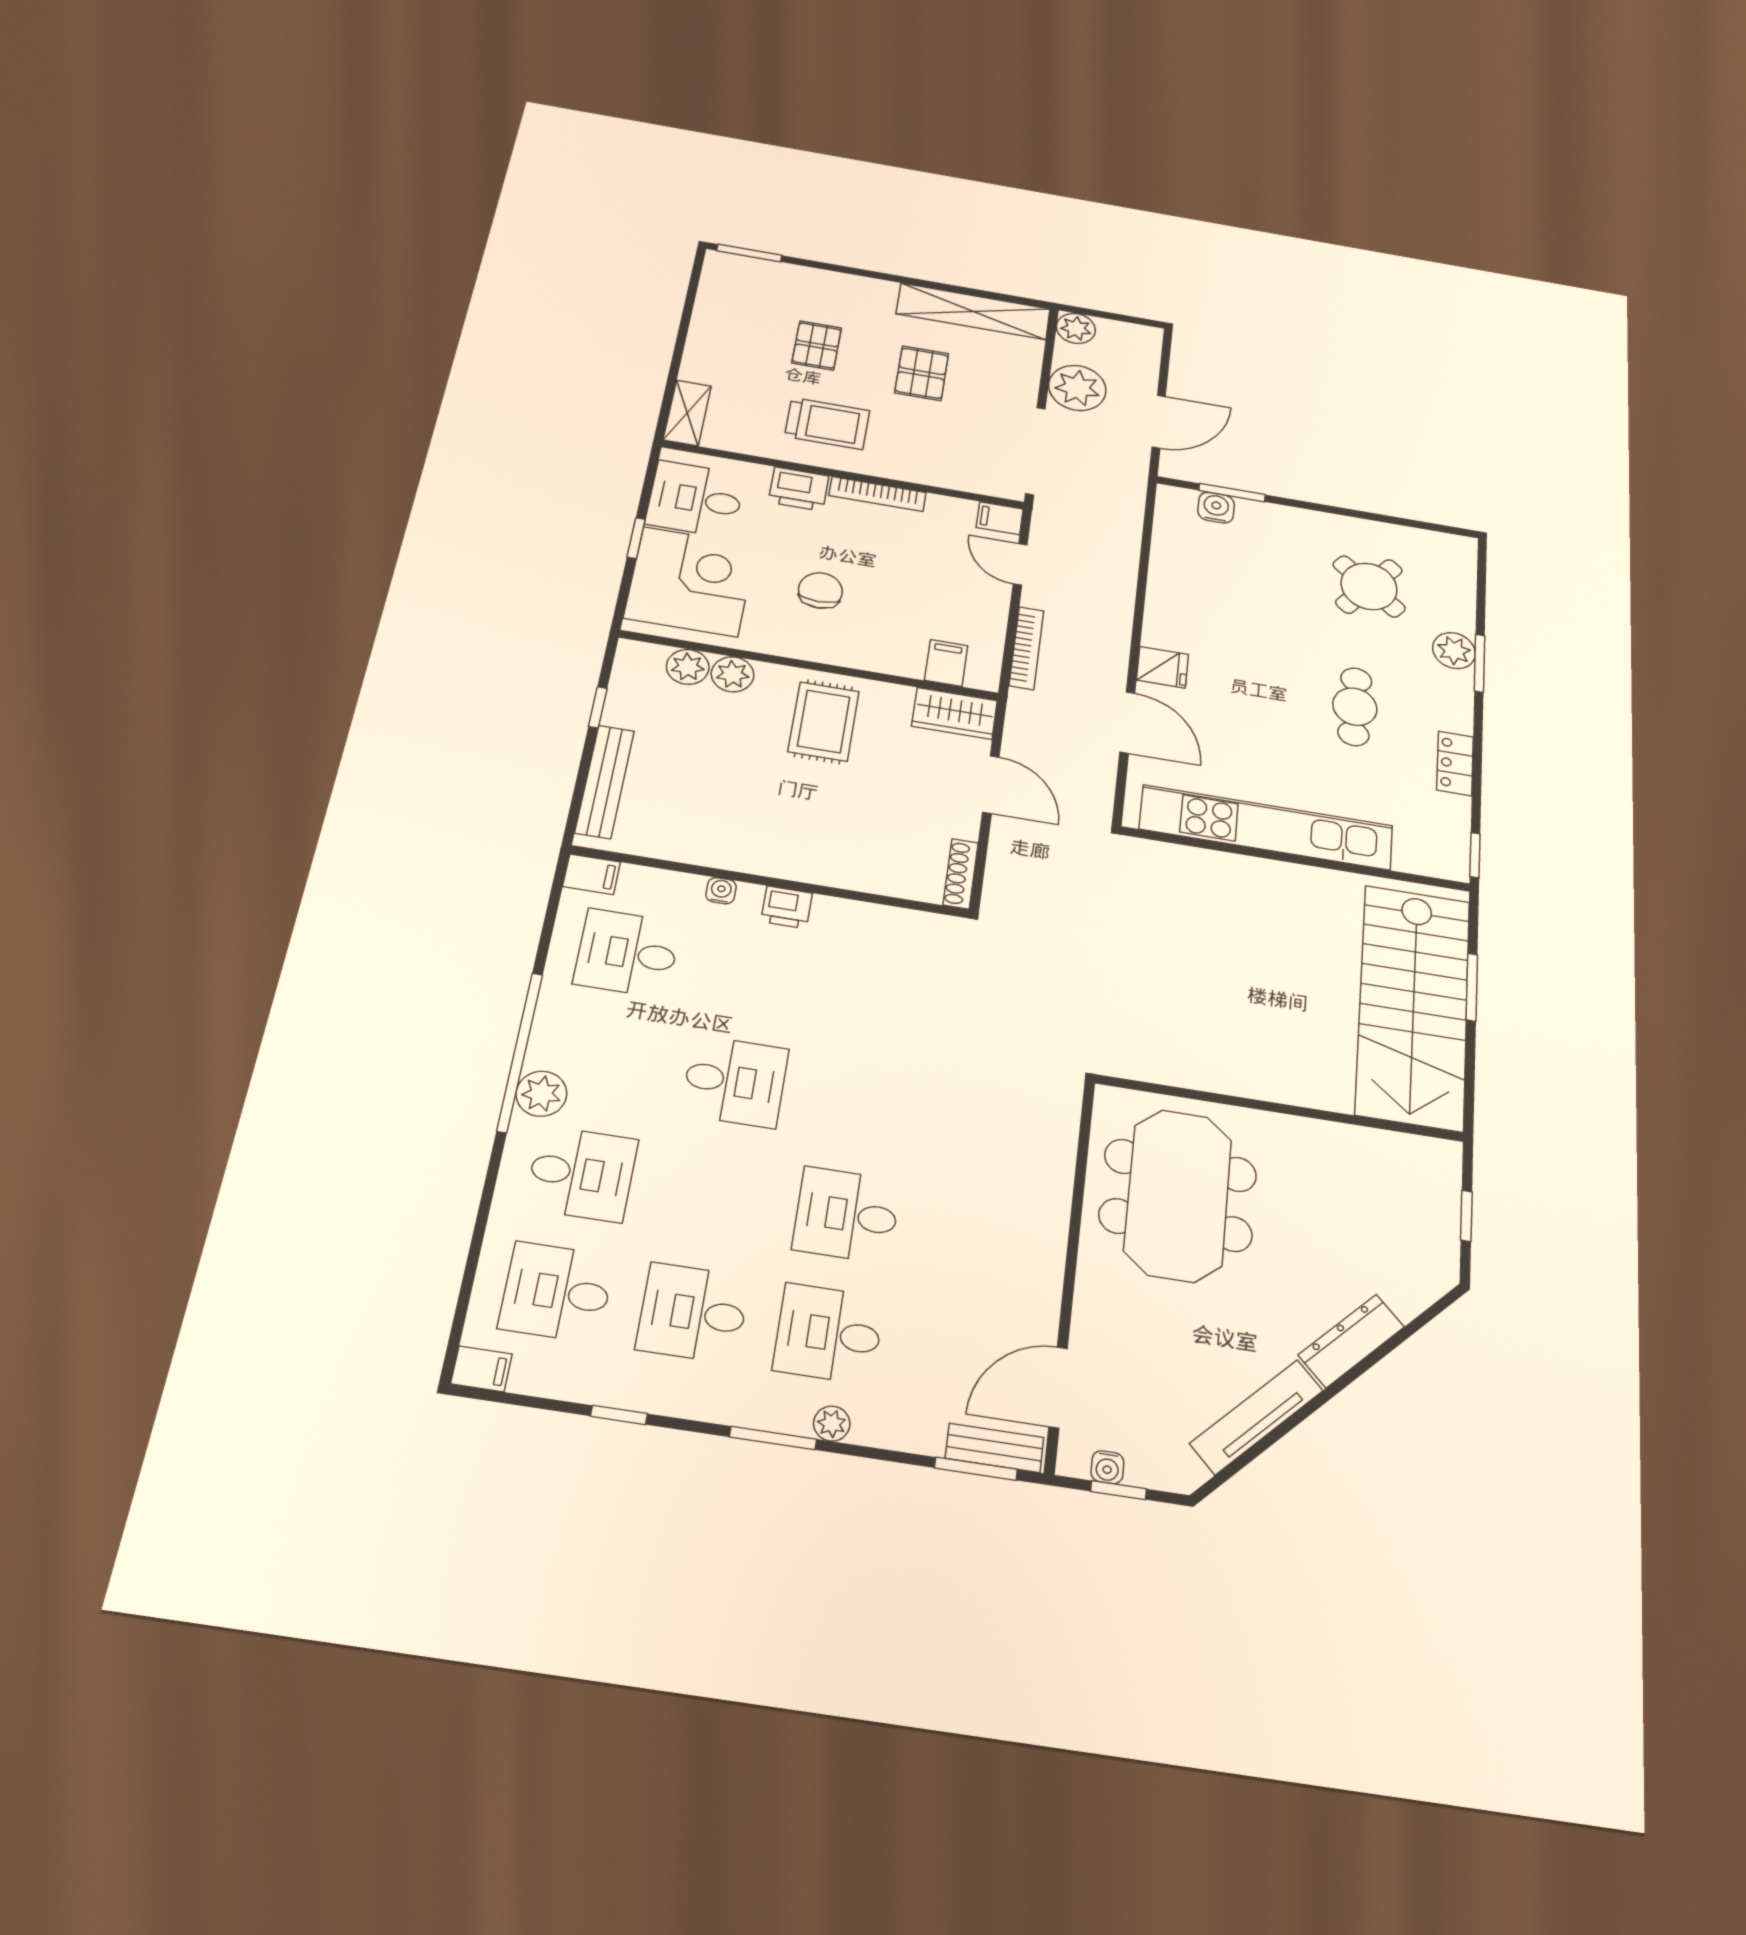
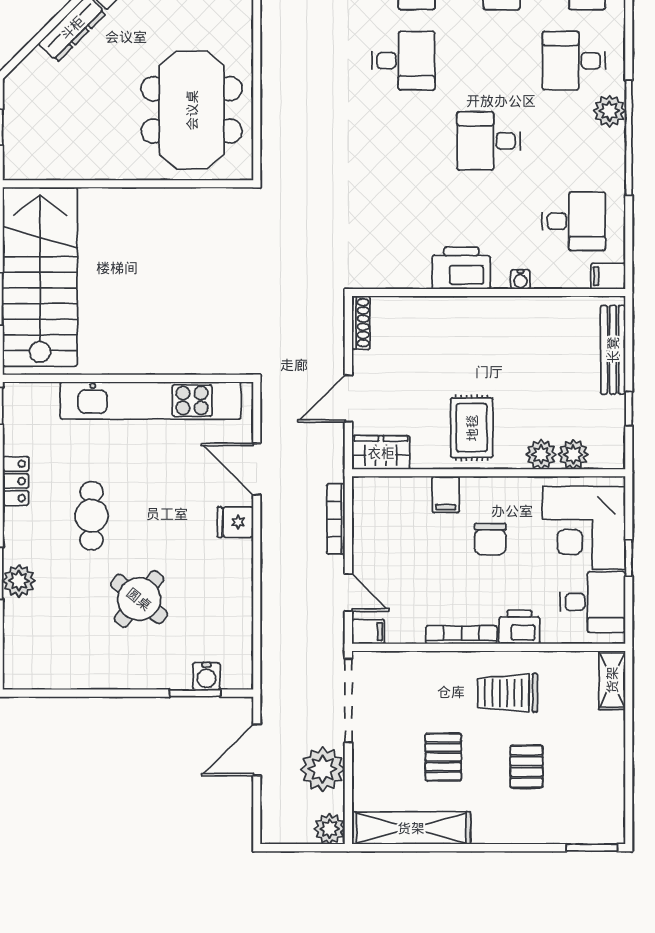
round table: (1369, 586) -> (139, 599), moved
filing cabinet: (946, 663) -> (446, 494), moved
door: (991, 785) -> (348, 398), hinge flipped
printer: (787, 907) -> (461, 268), width x1.87, depth x1.48

